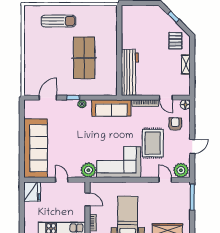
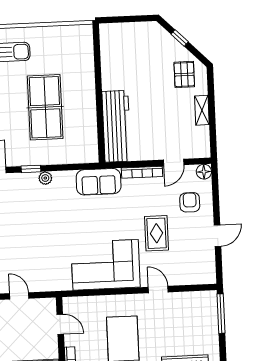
door: (166, 98) -> (174, 162), hinge flipped
sofa: (111, 108) -> (99, 182), width x0.73
rug: (153, 143) -> (156, 233), width x0.73, depth x0.70
plant: (88, 170) -> (60, 279), removed
plant: (181, 170) -> (202, 273), removed
door: (165, 180) -> (158, 290), moved

